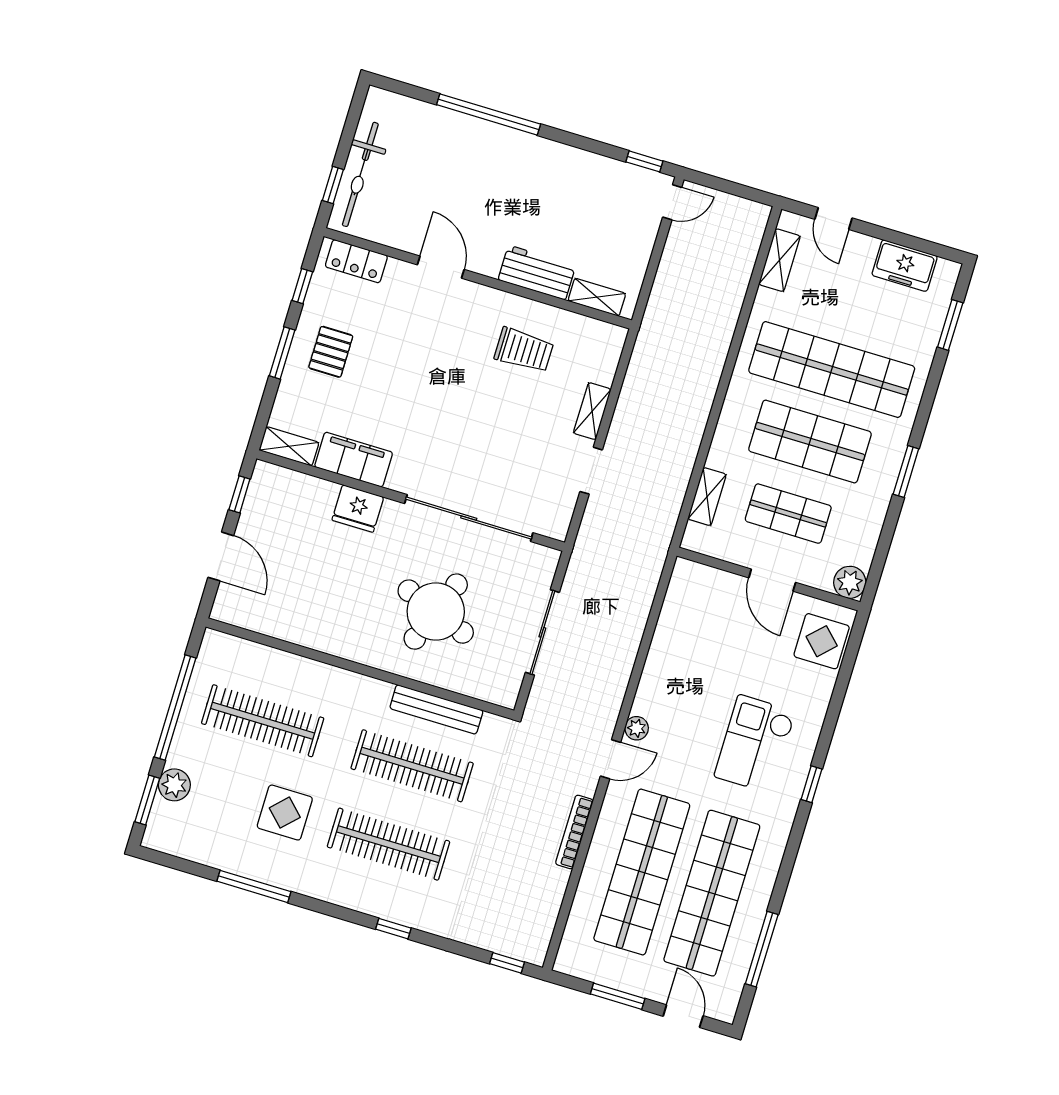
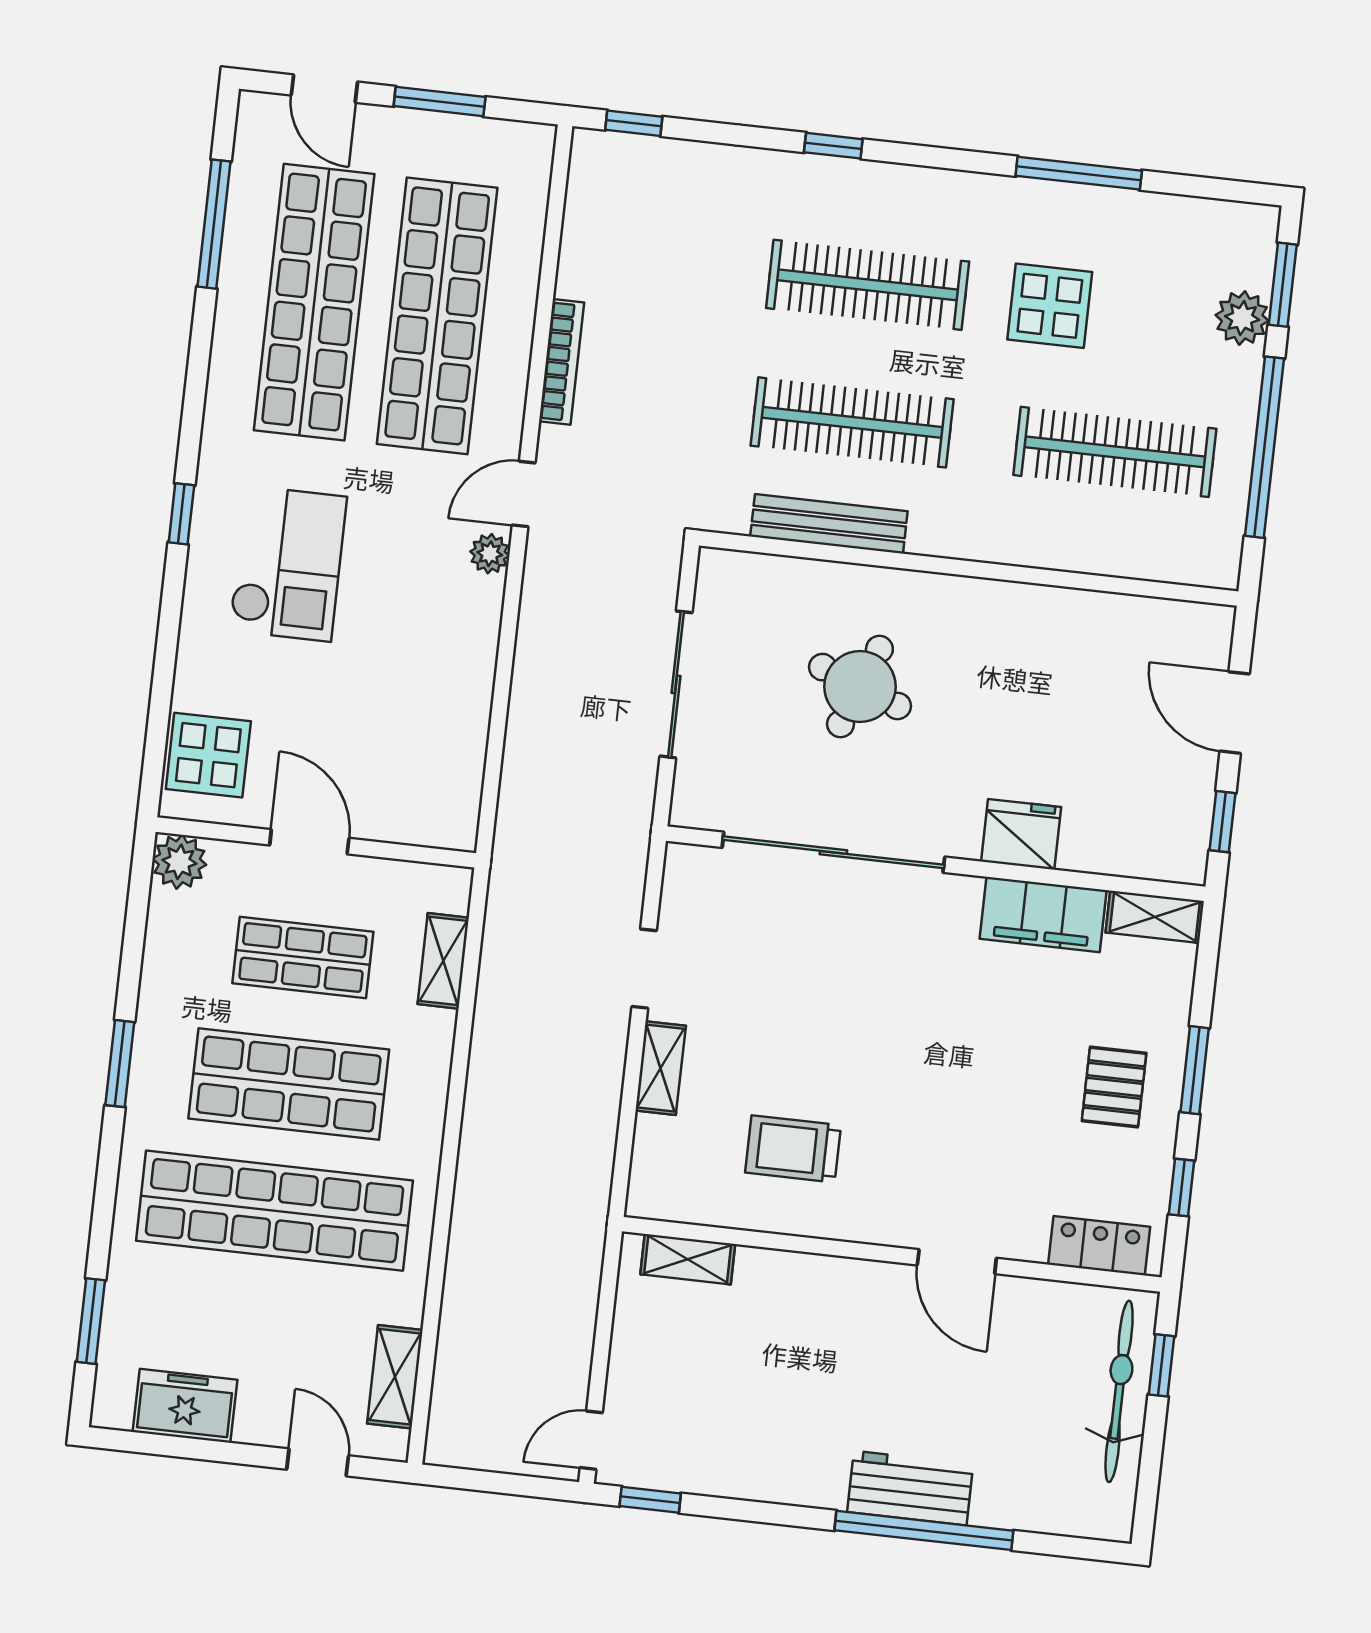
workbench: (537, 273) -> (910, 1488), moved, turned 180
round table: (436, 612) -> (860, 687), width x0.73, depth x0.73

